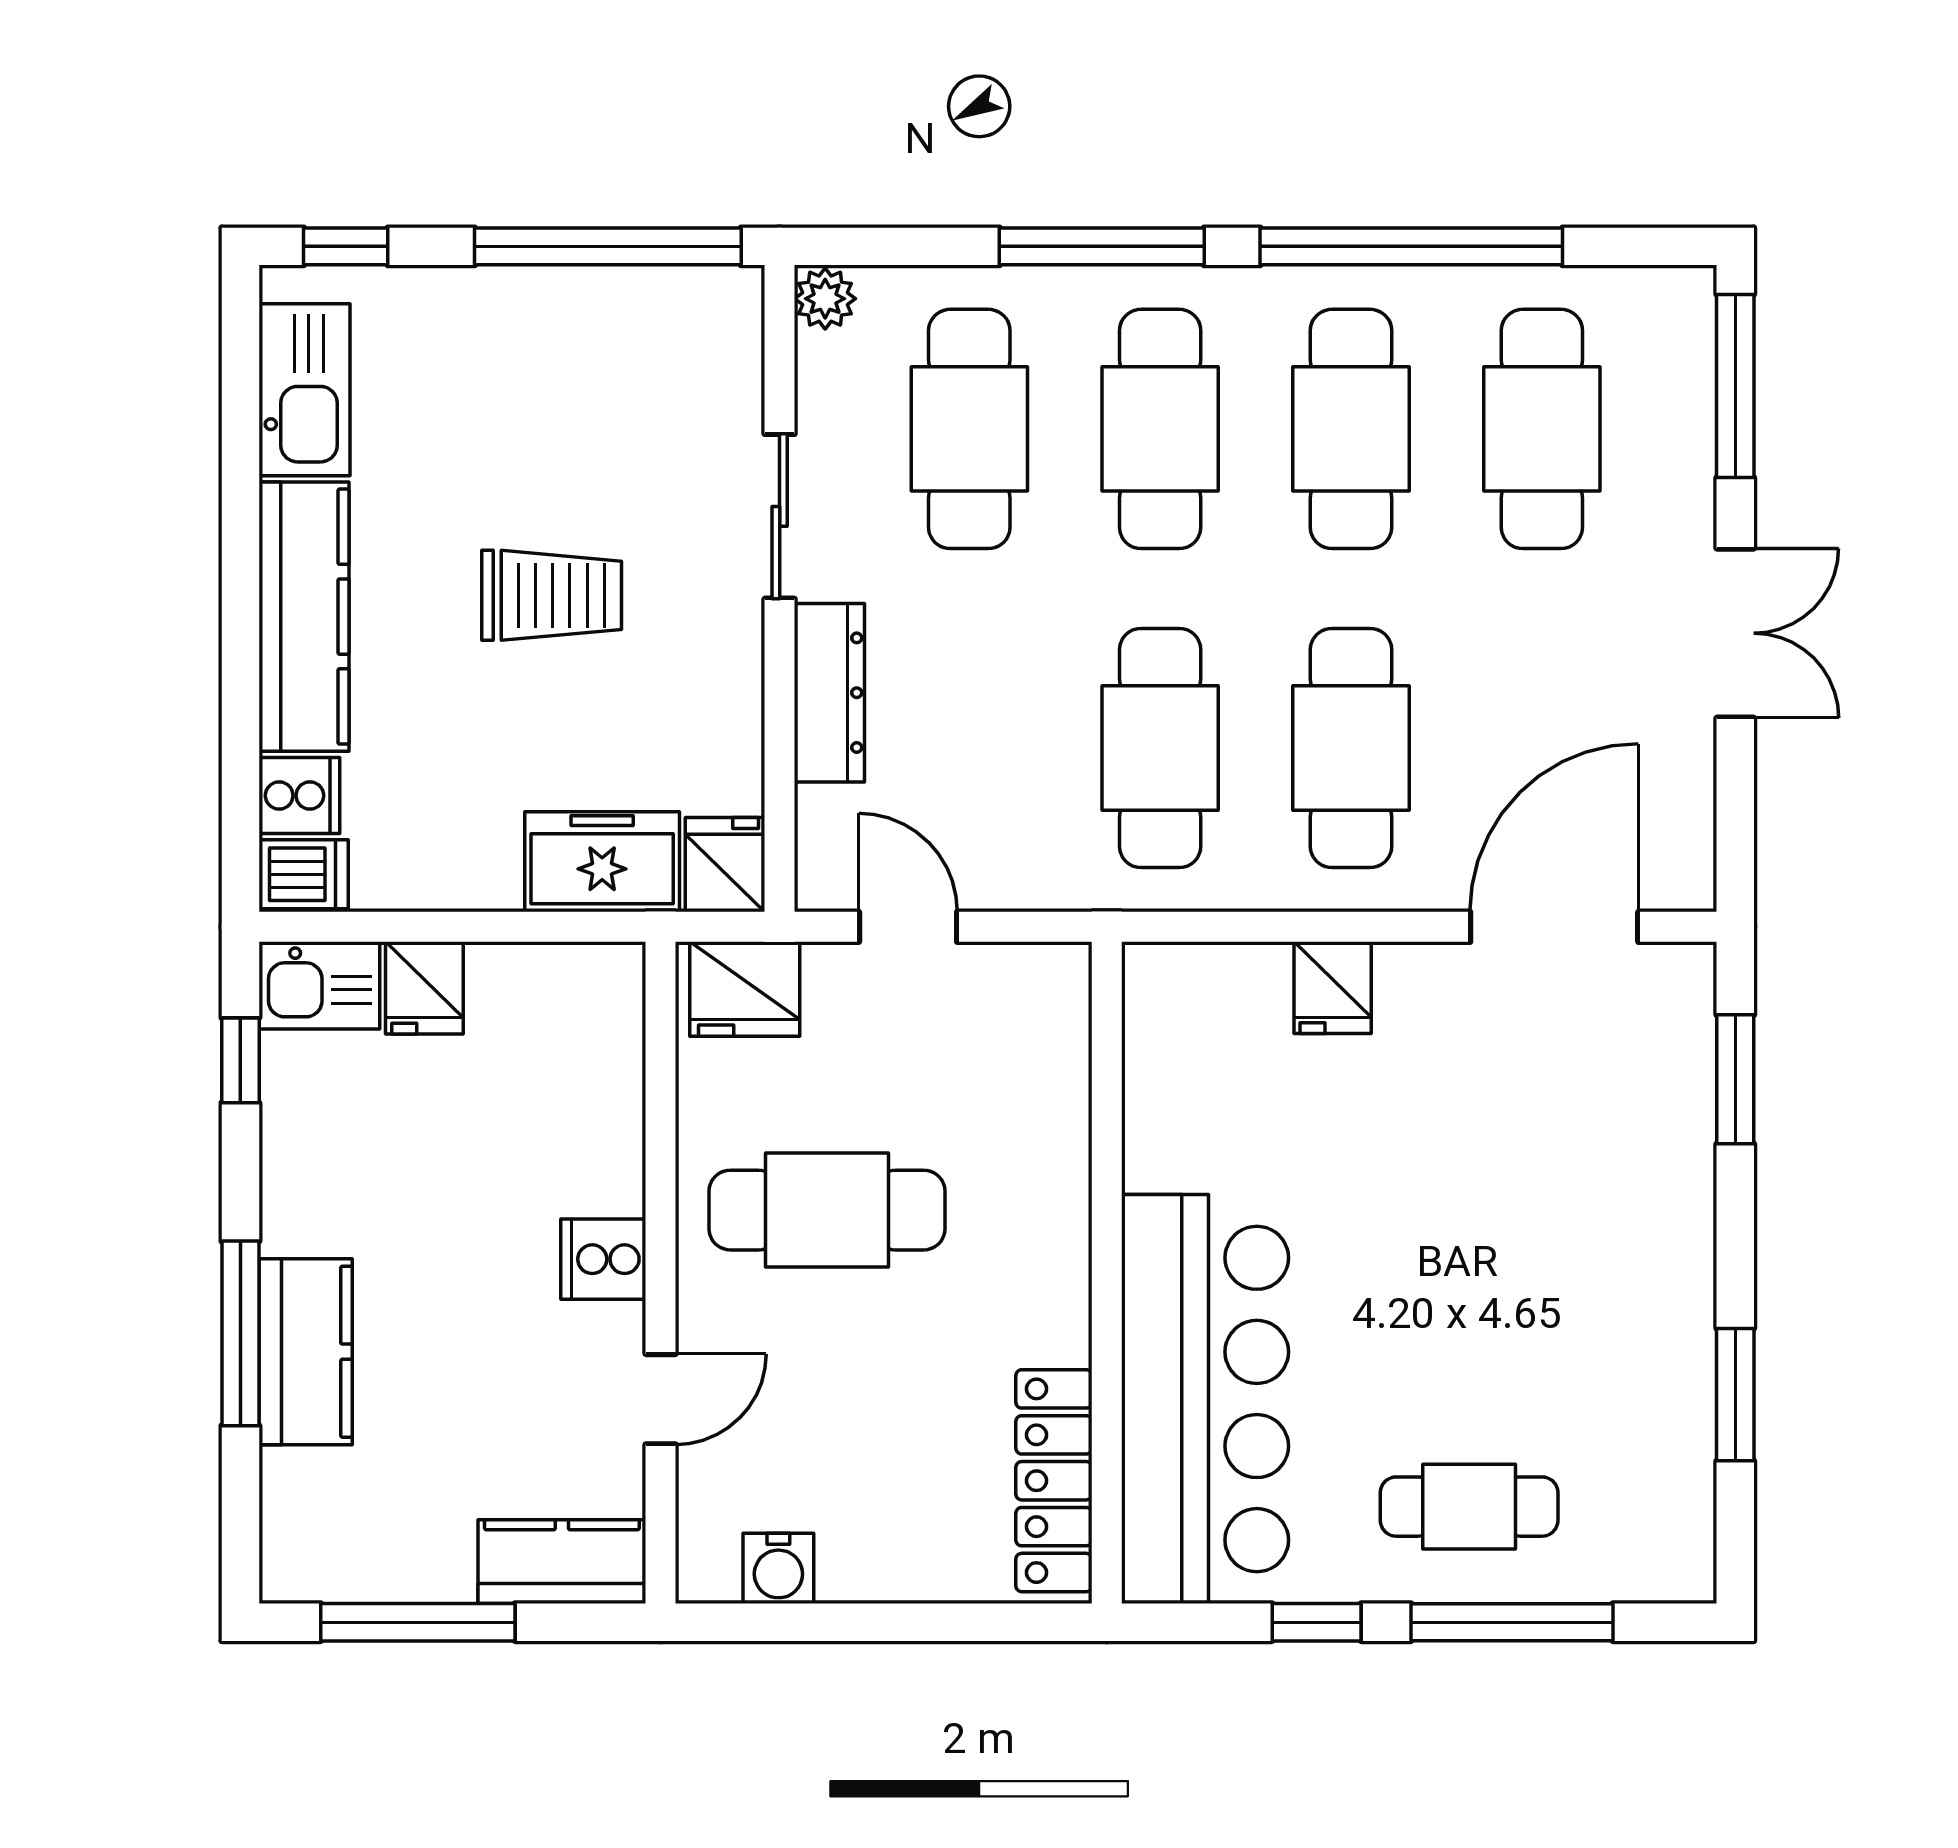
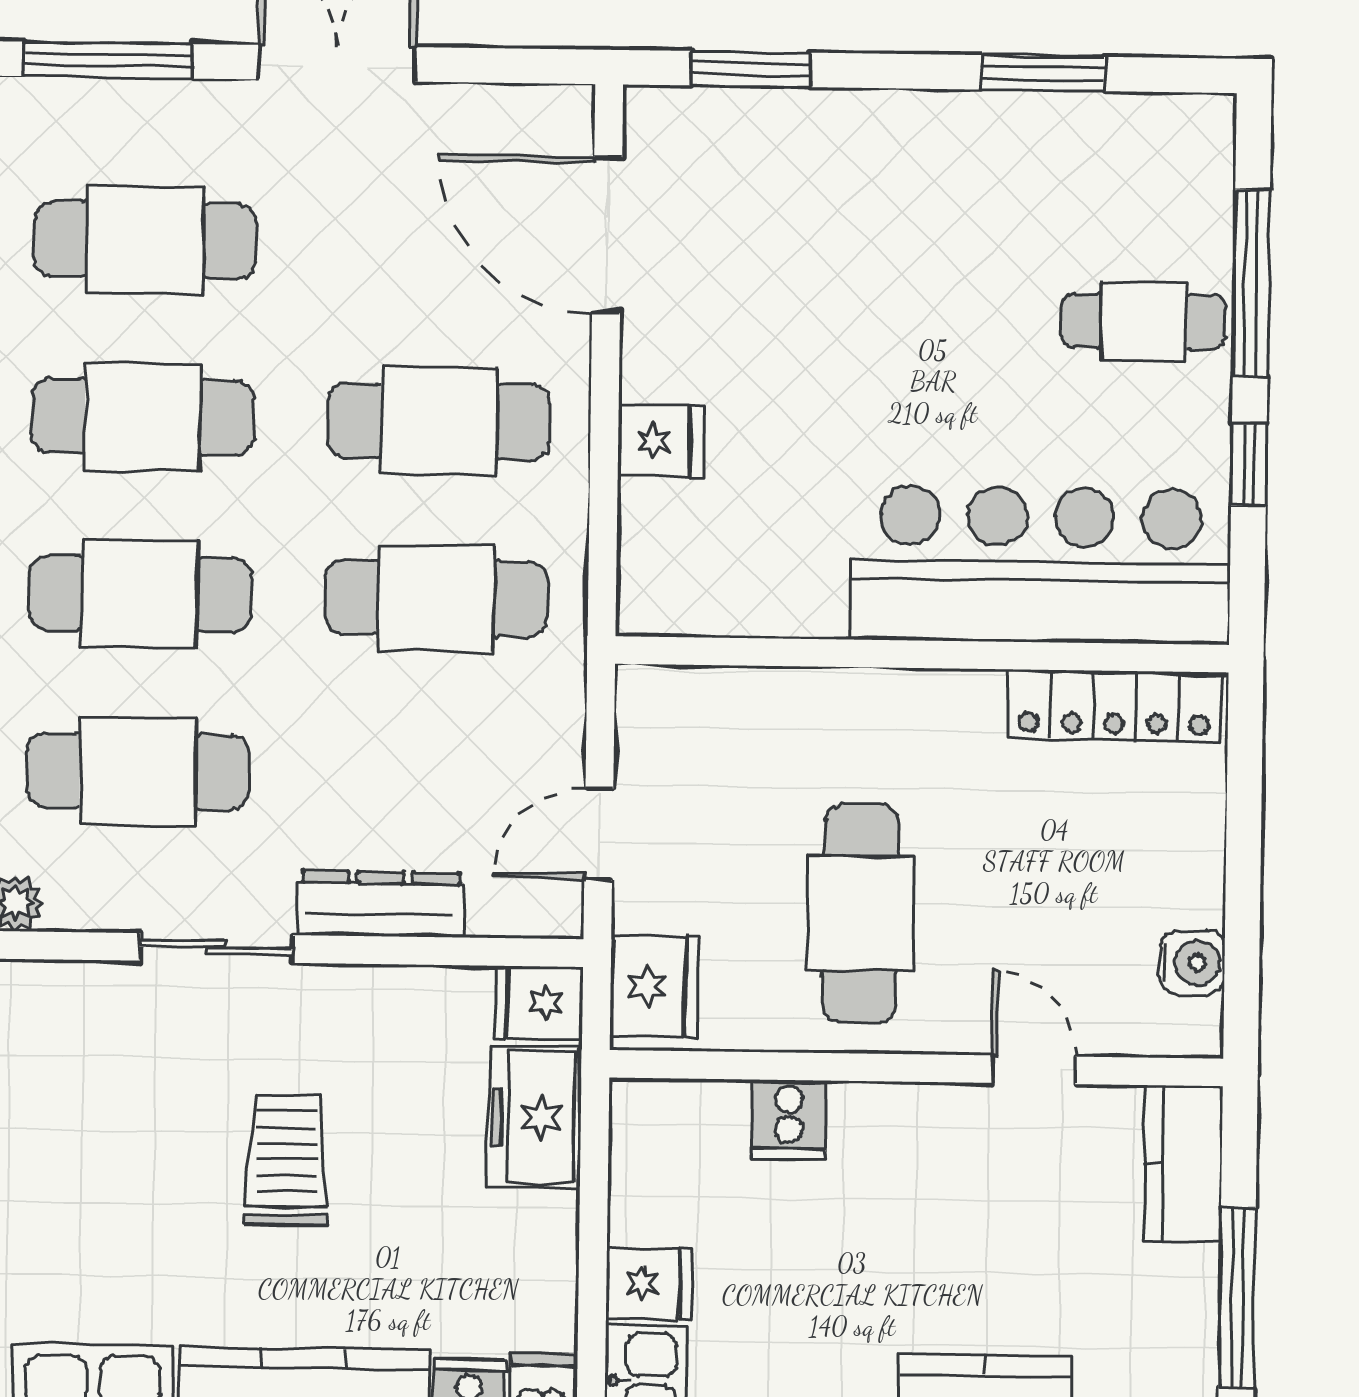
cooker: (603, 1259) -> (789, 1119), moved
cafe table: (1469, 1507) -> (1144, 321), turned 90

